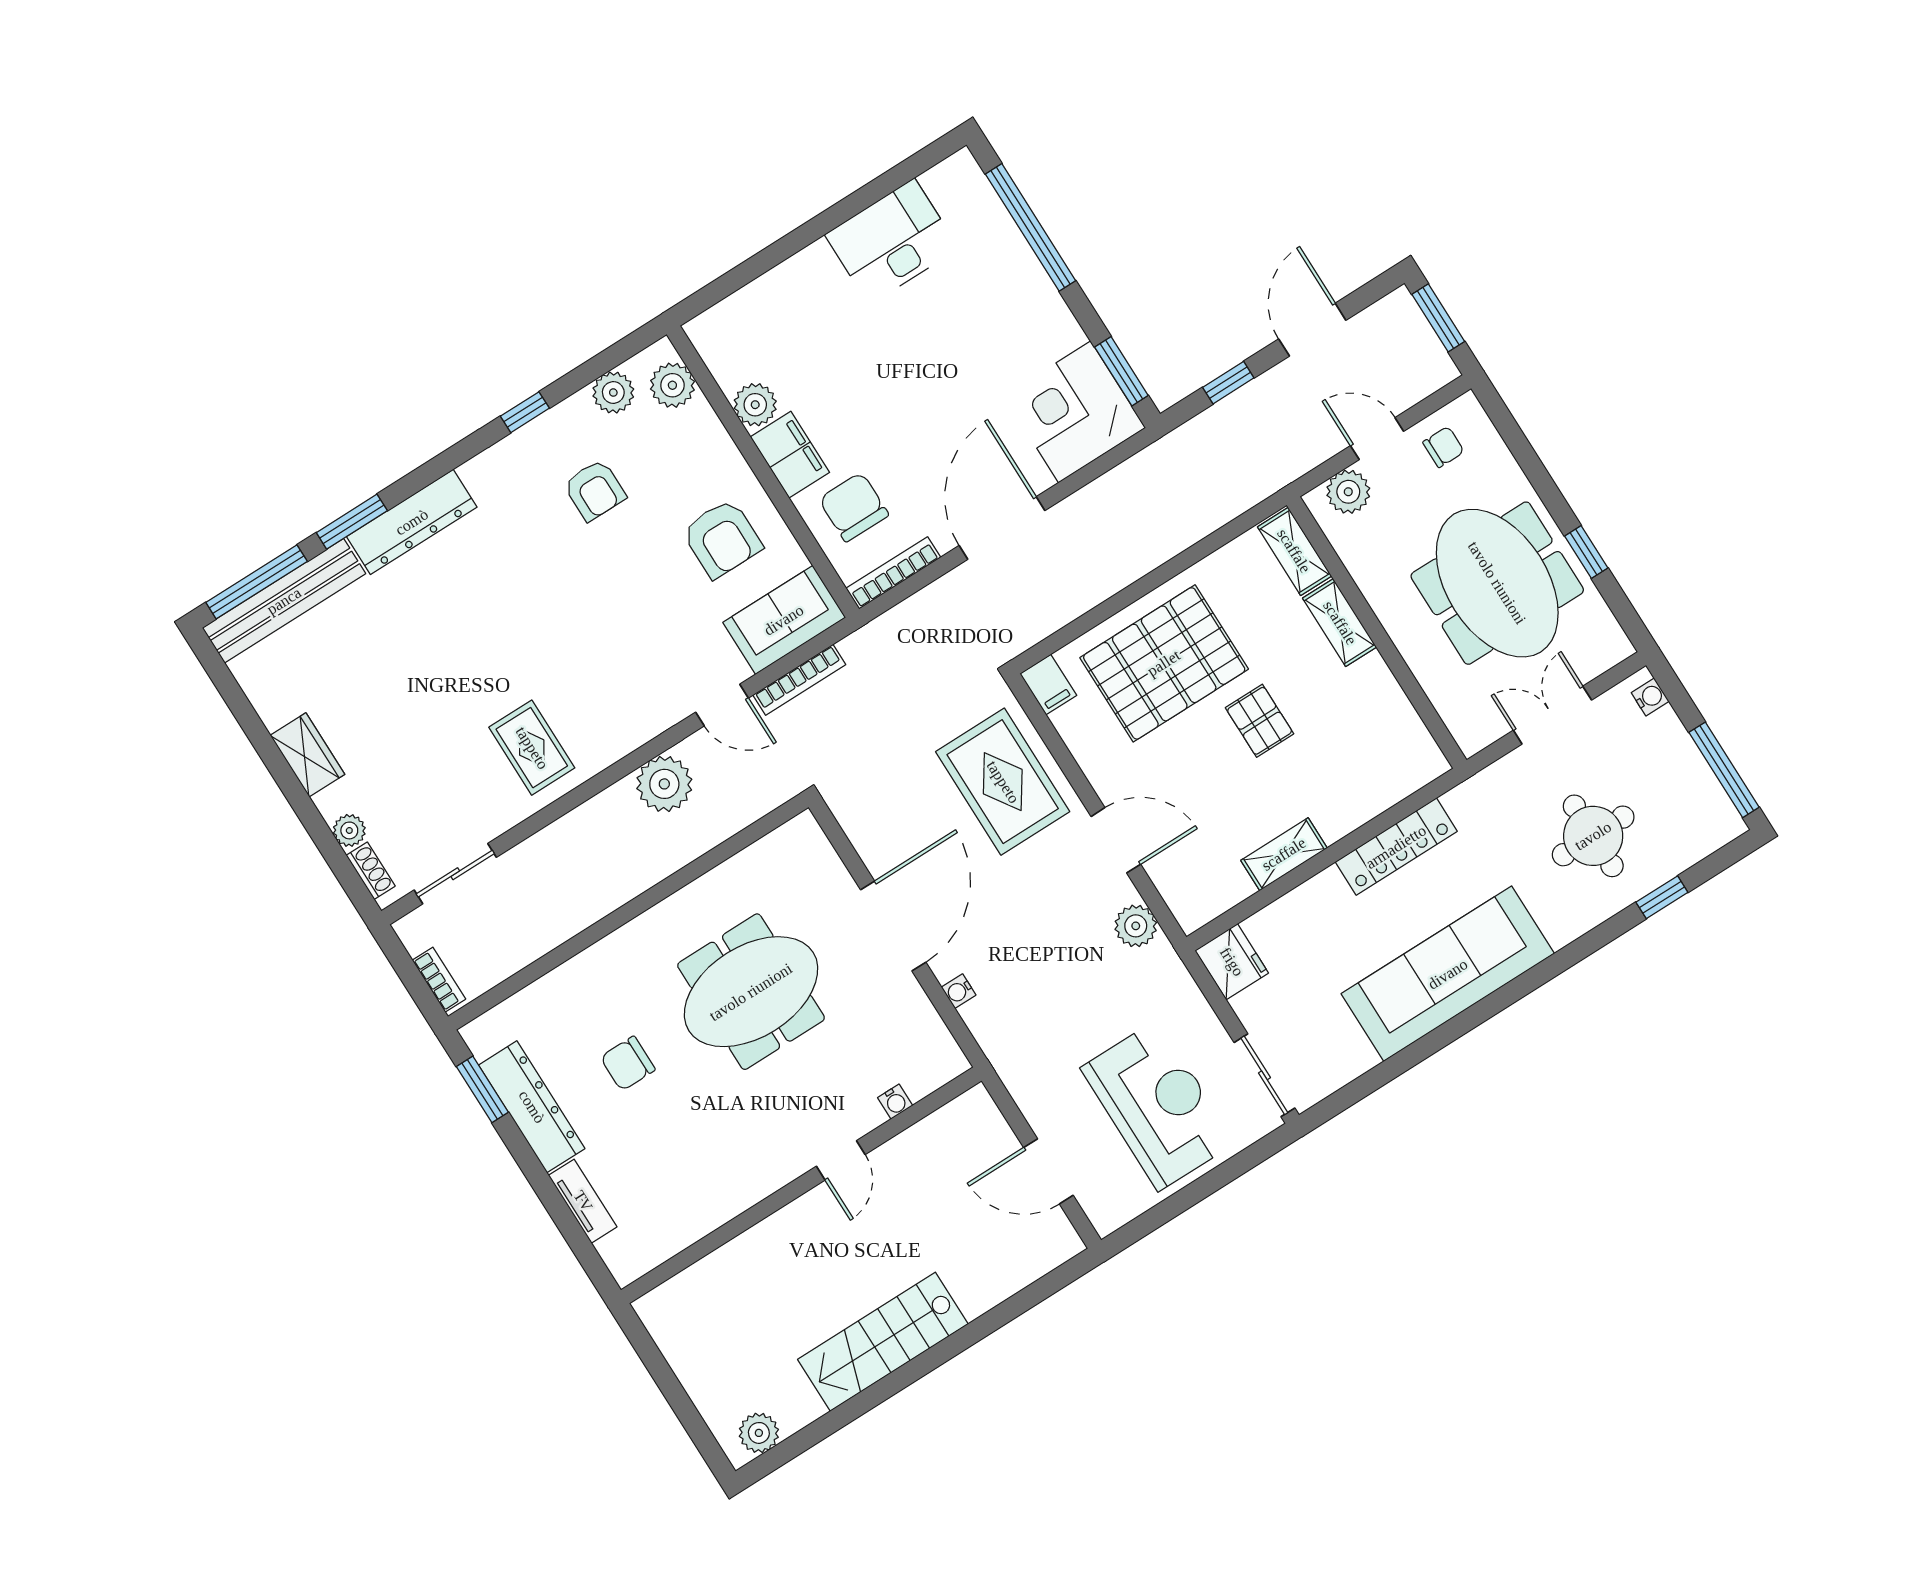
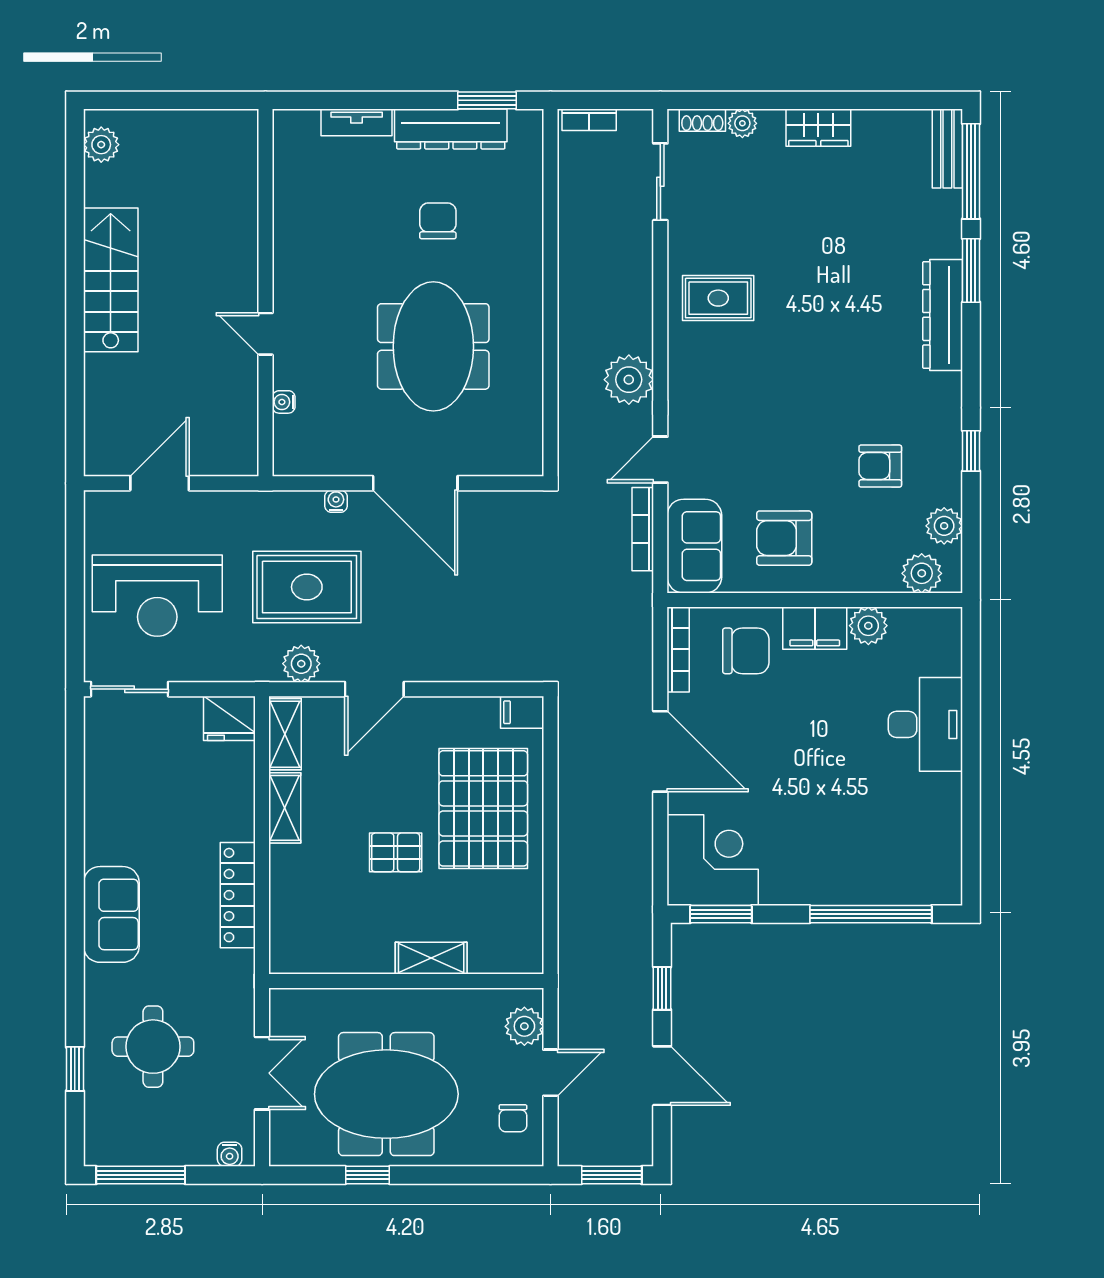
desk: (892, 242) -> (925, 724), moved
shelving: (1294, 551) -> (285, 734), moved, turned 90
bench: (284, 601) -> (947, 149), width x0.54, depth x0.82
rug: (1003, 782) -> (307, 587), moved
sofa: (1448, 974) -> (111, 914), width x0.54, depth x0.79

